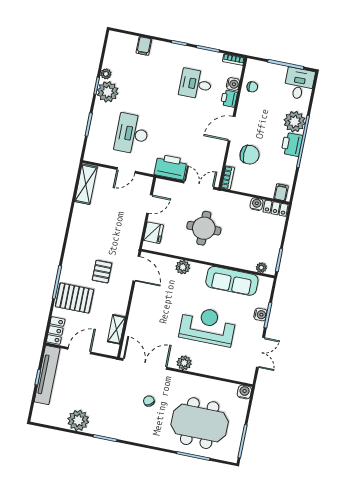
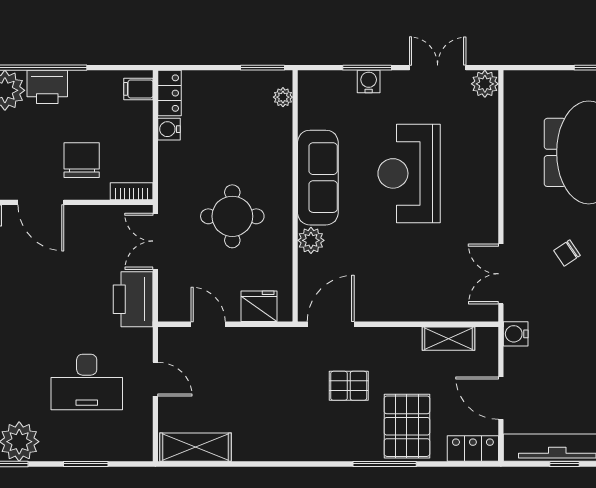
sofa: (232, 281) -> (318, 178), moved
plant: (184, 363) -> (485, 84), moved
double door: (145, 364) -> (501, 274), width x0.73
water cooler: (244, 392) -> (516, 334), moved

